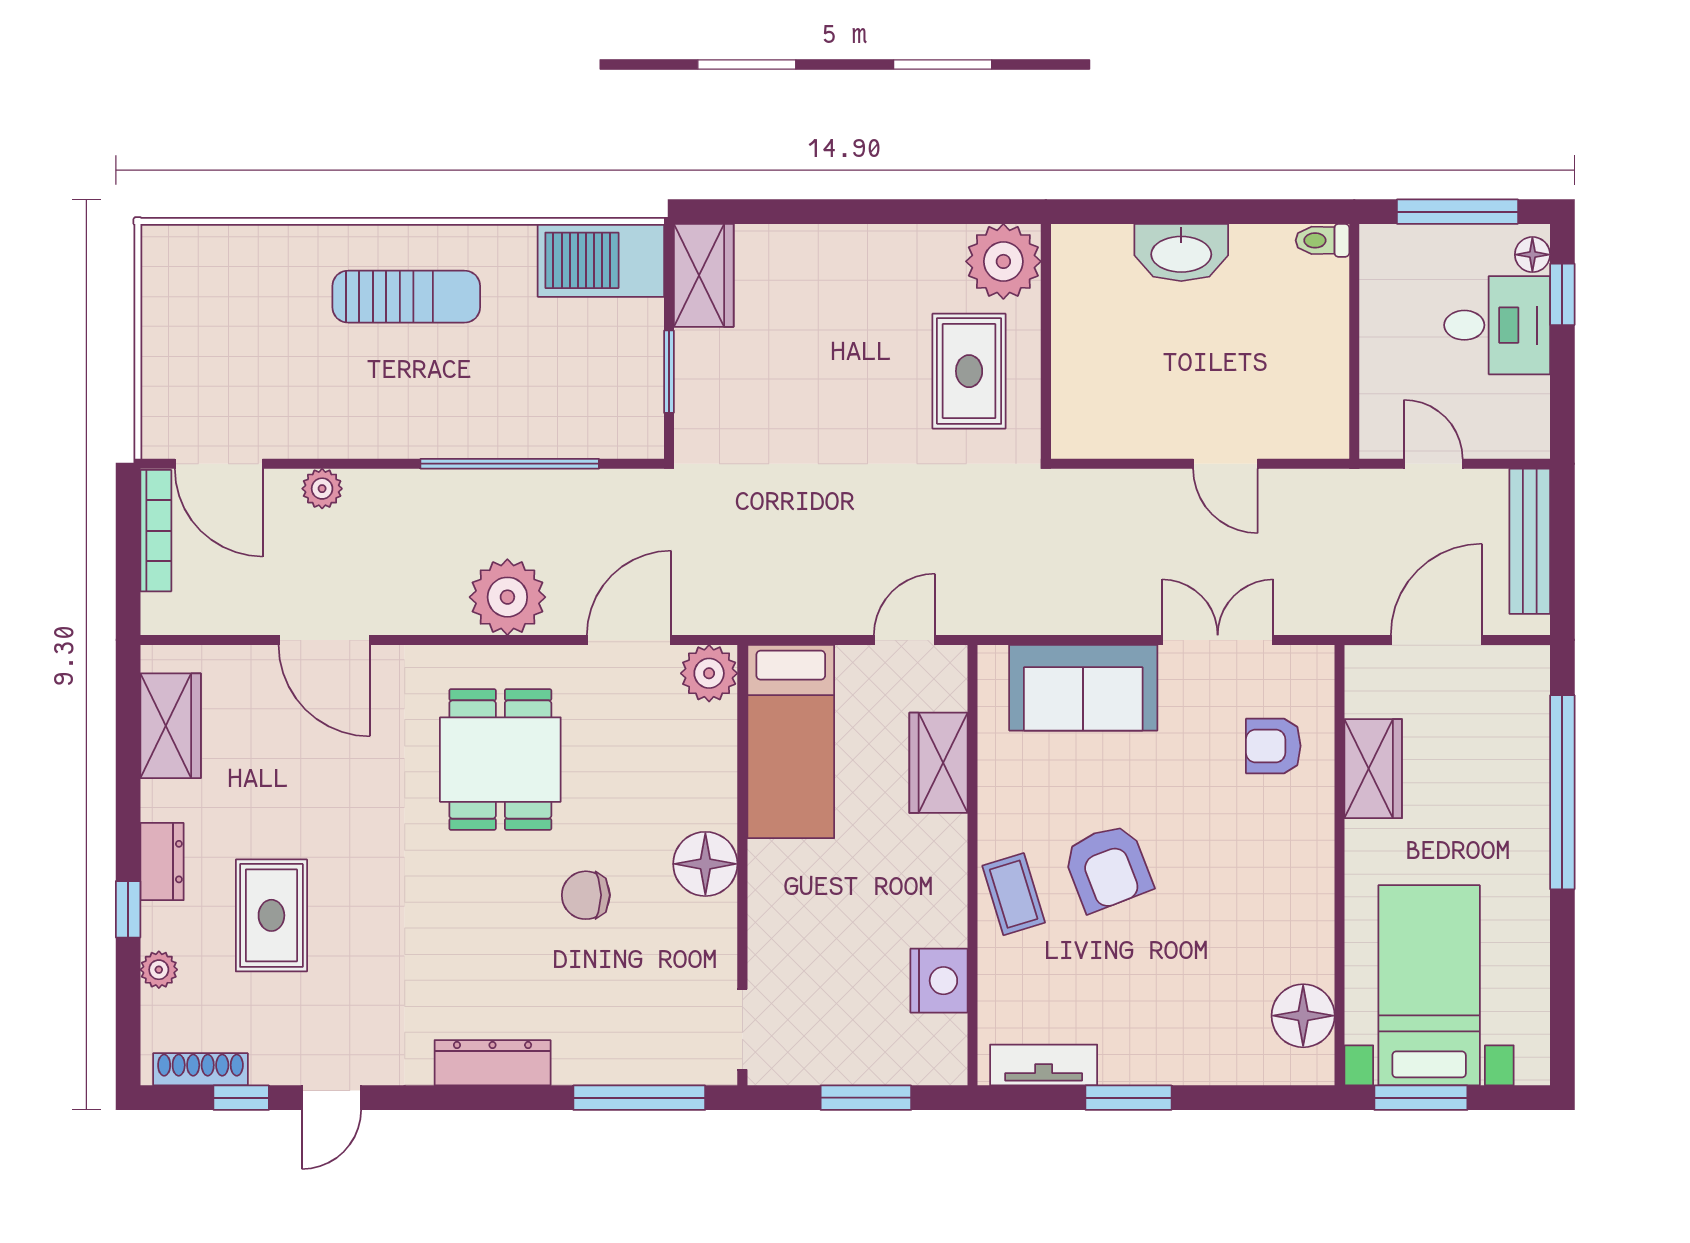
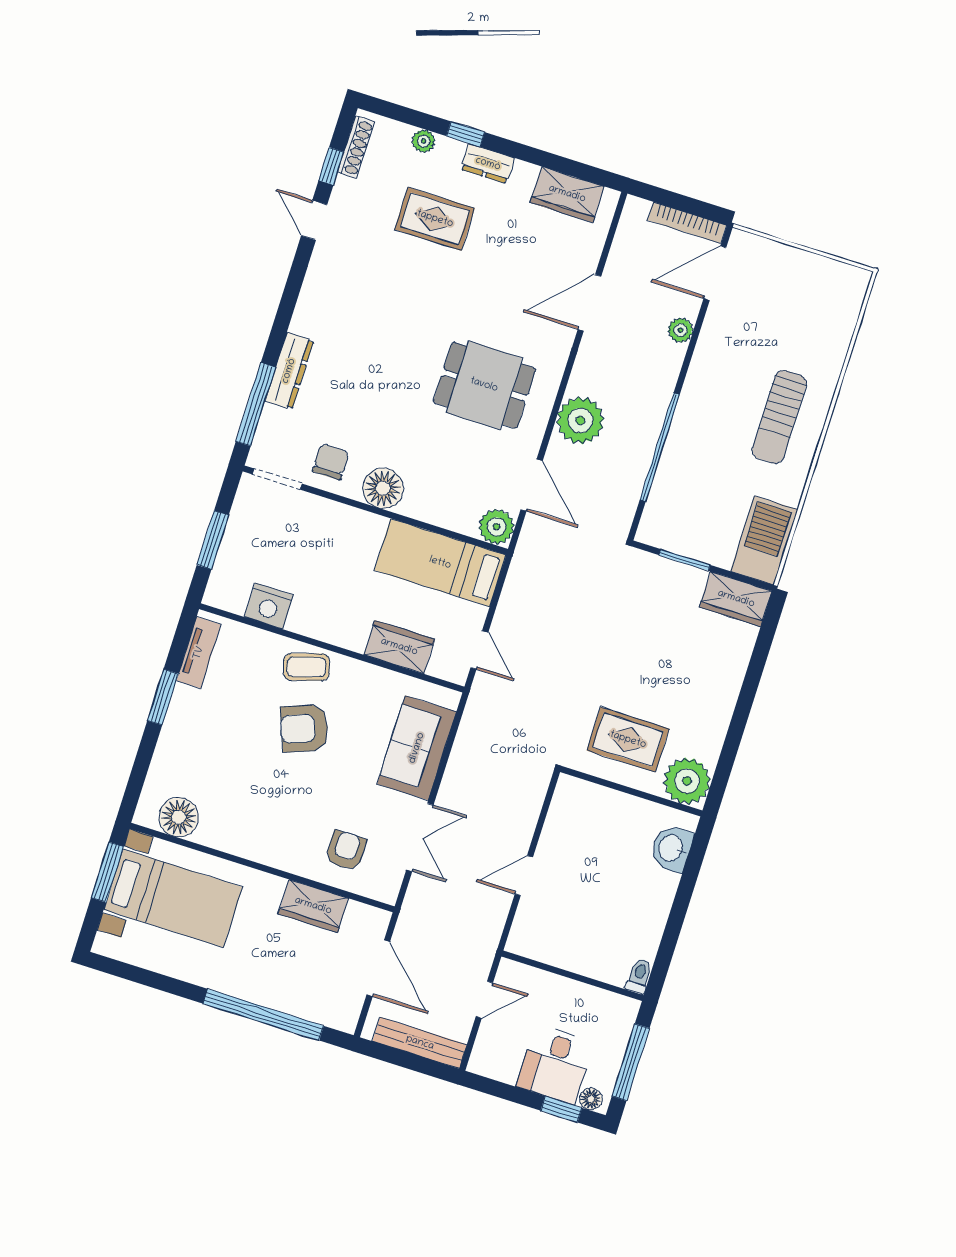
washbasin: (1181, 253) -> (672, 848), moved, width x0.72
chair: (586, 895) -> (331, 462), moved
dresser: (493, 1063) -> (289, 371), moved

